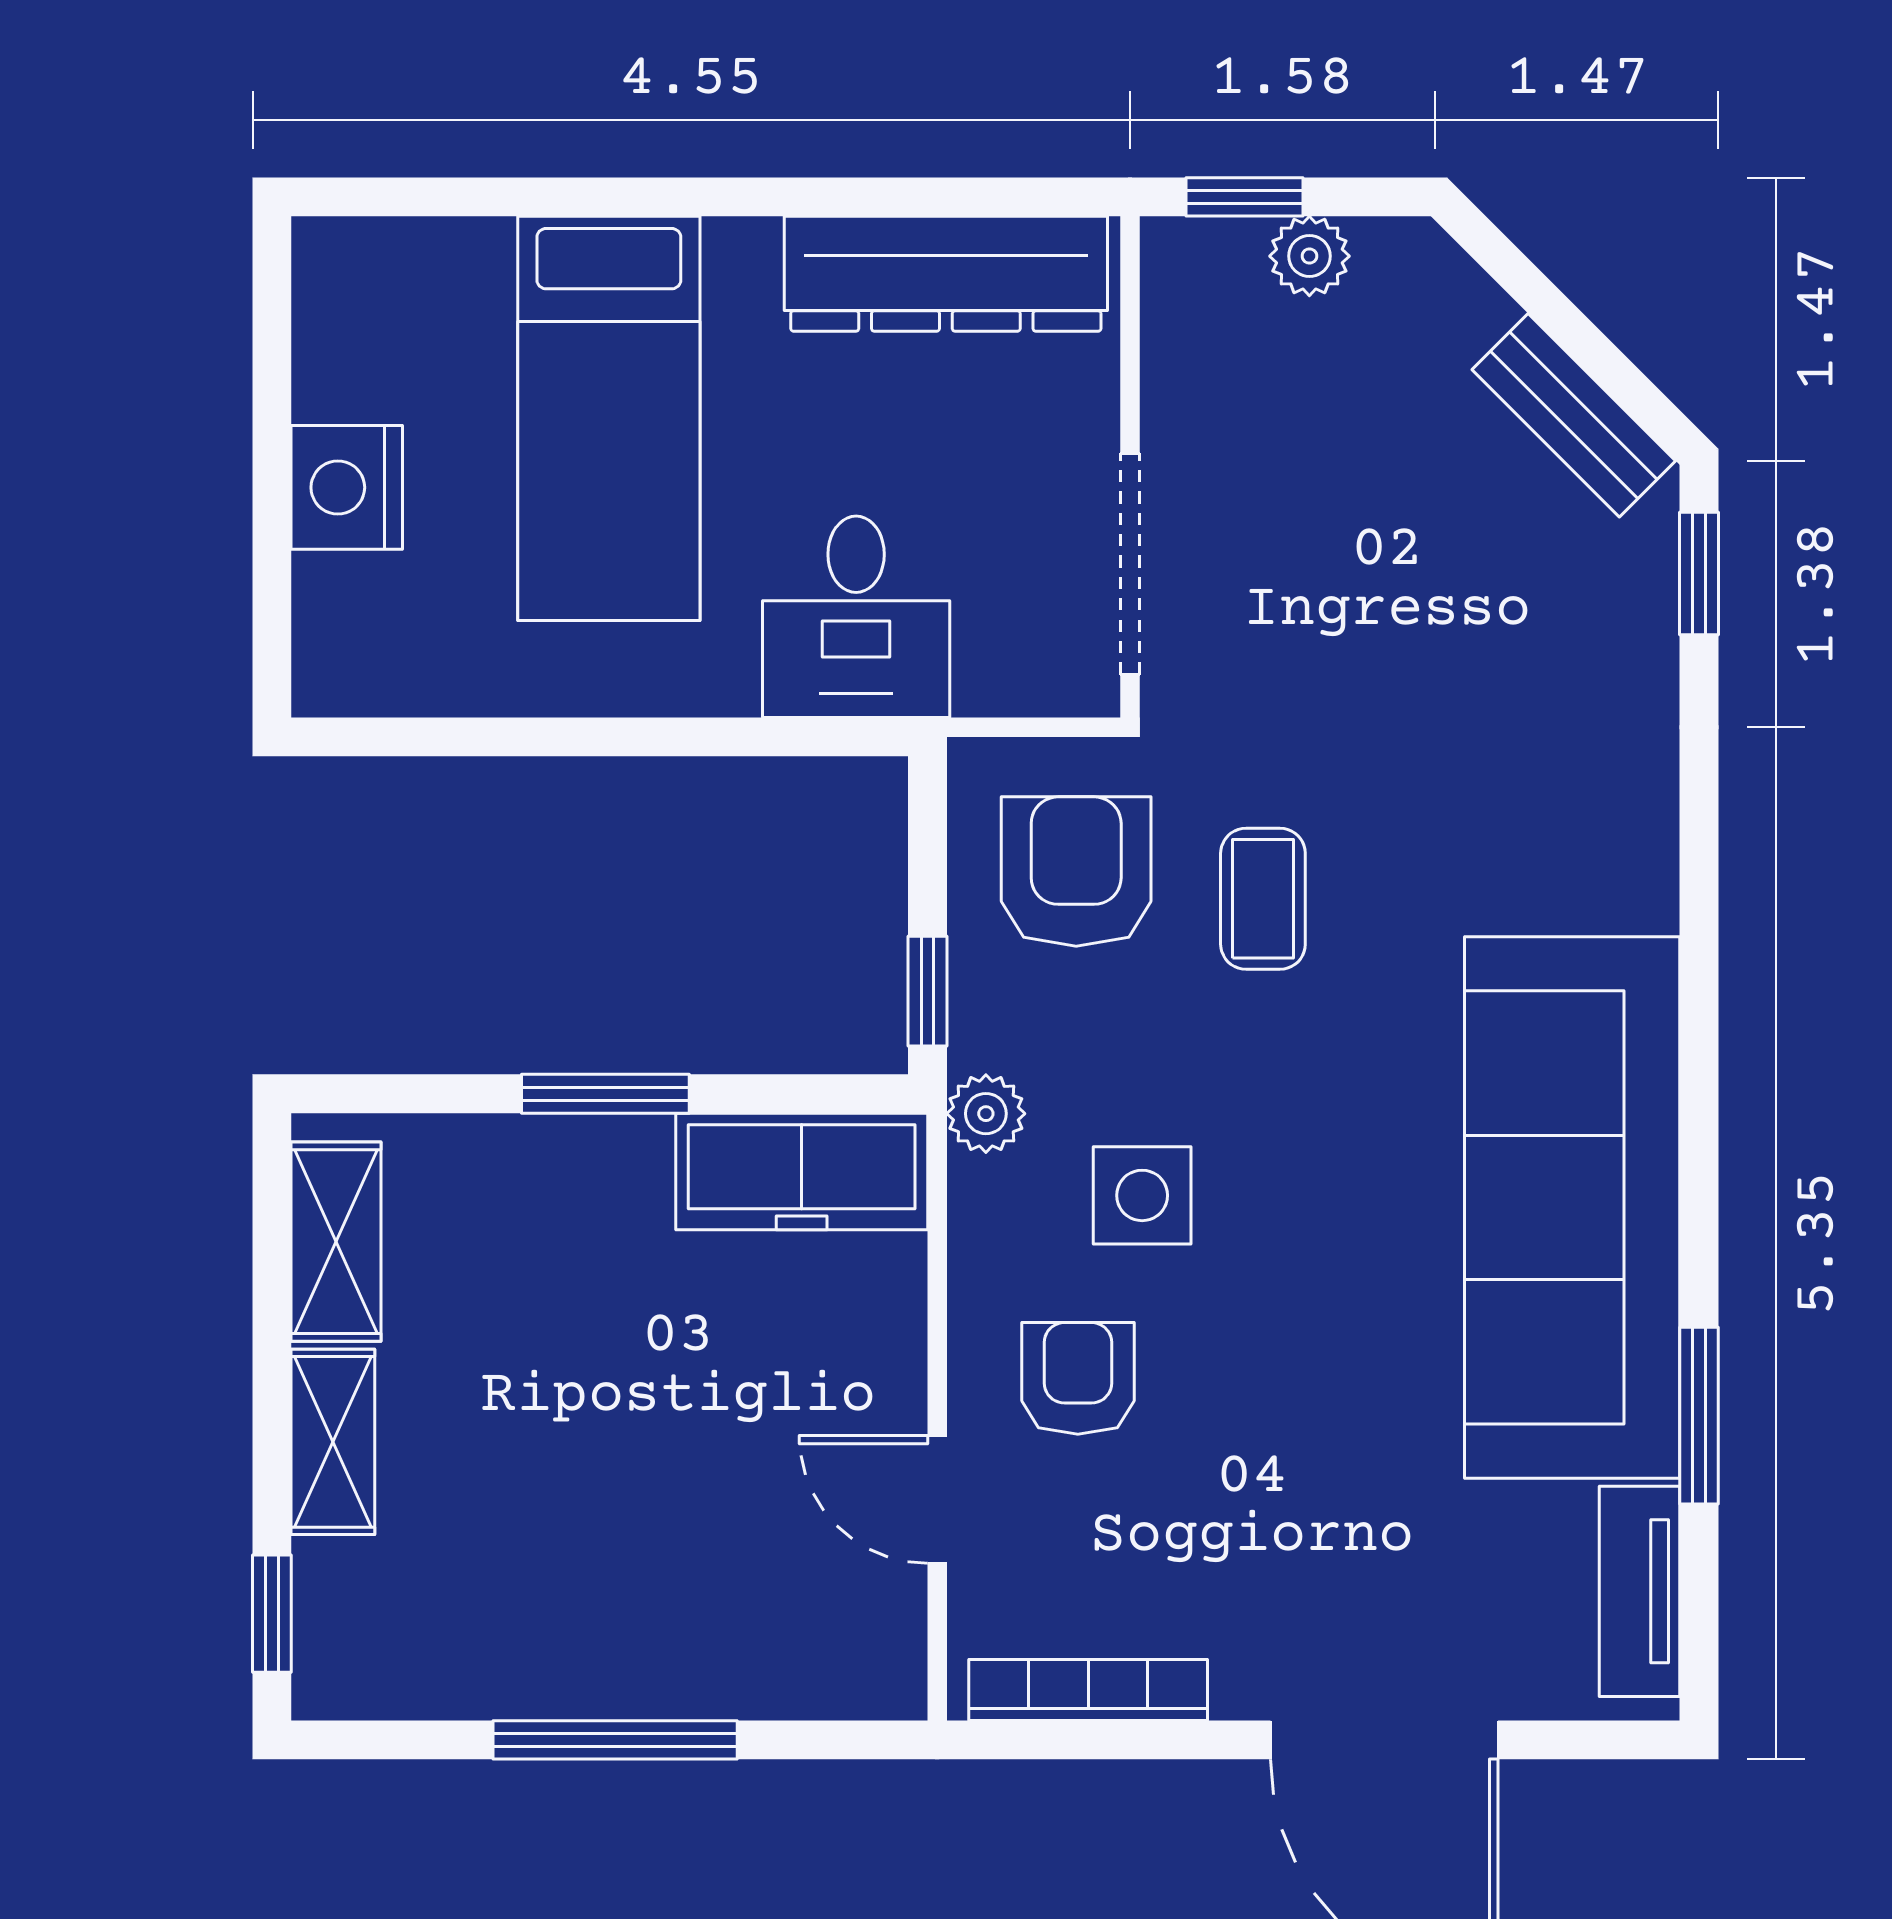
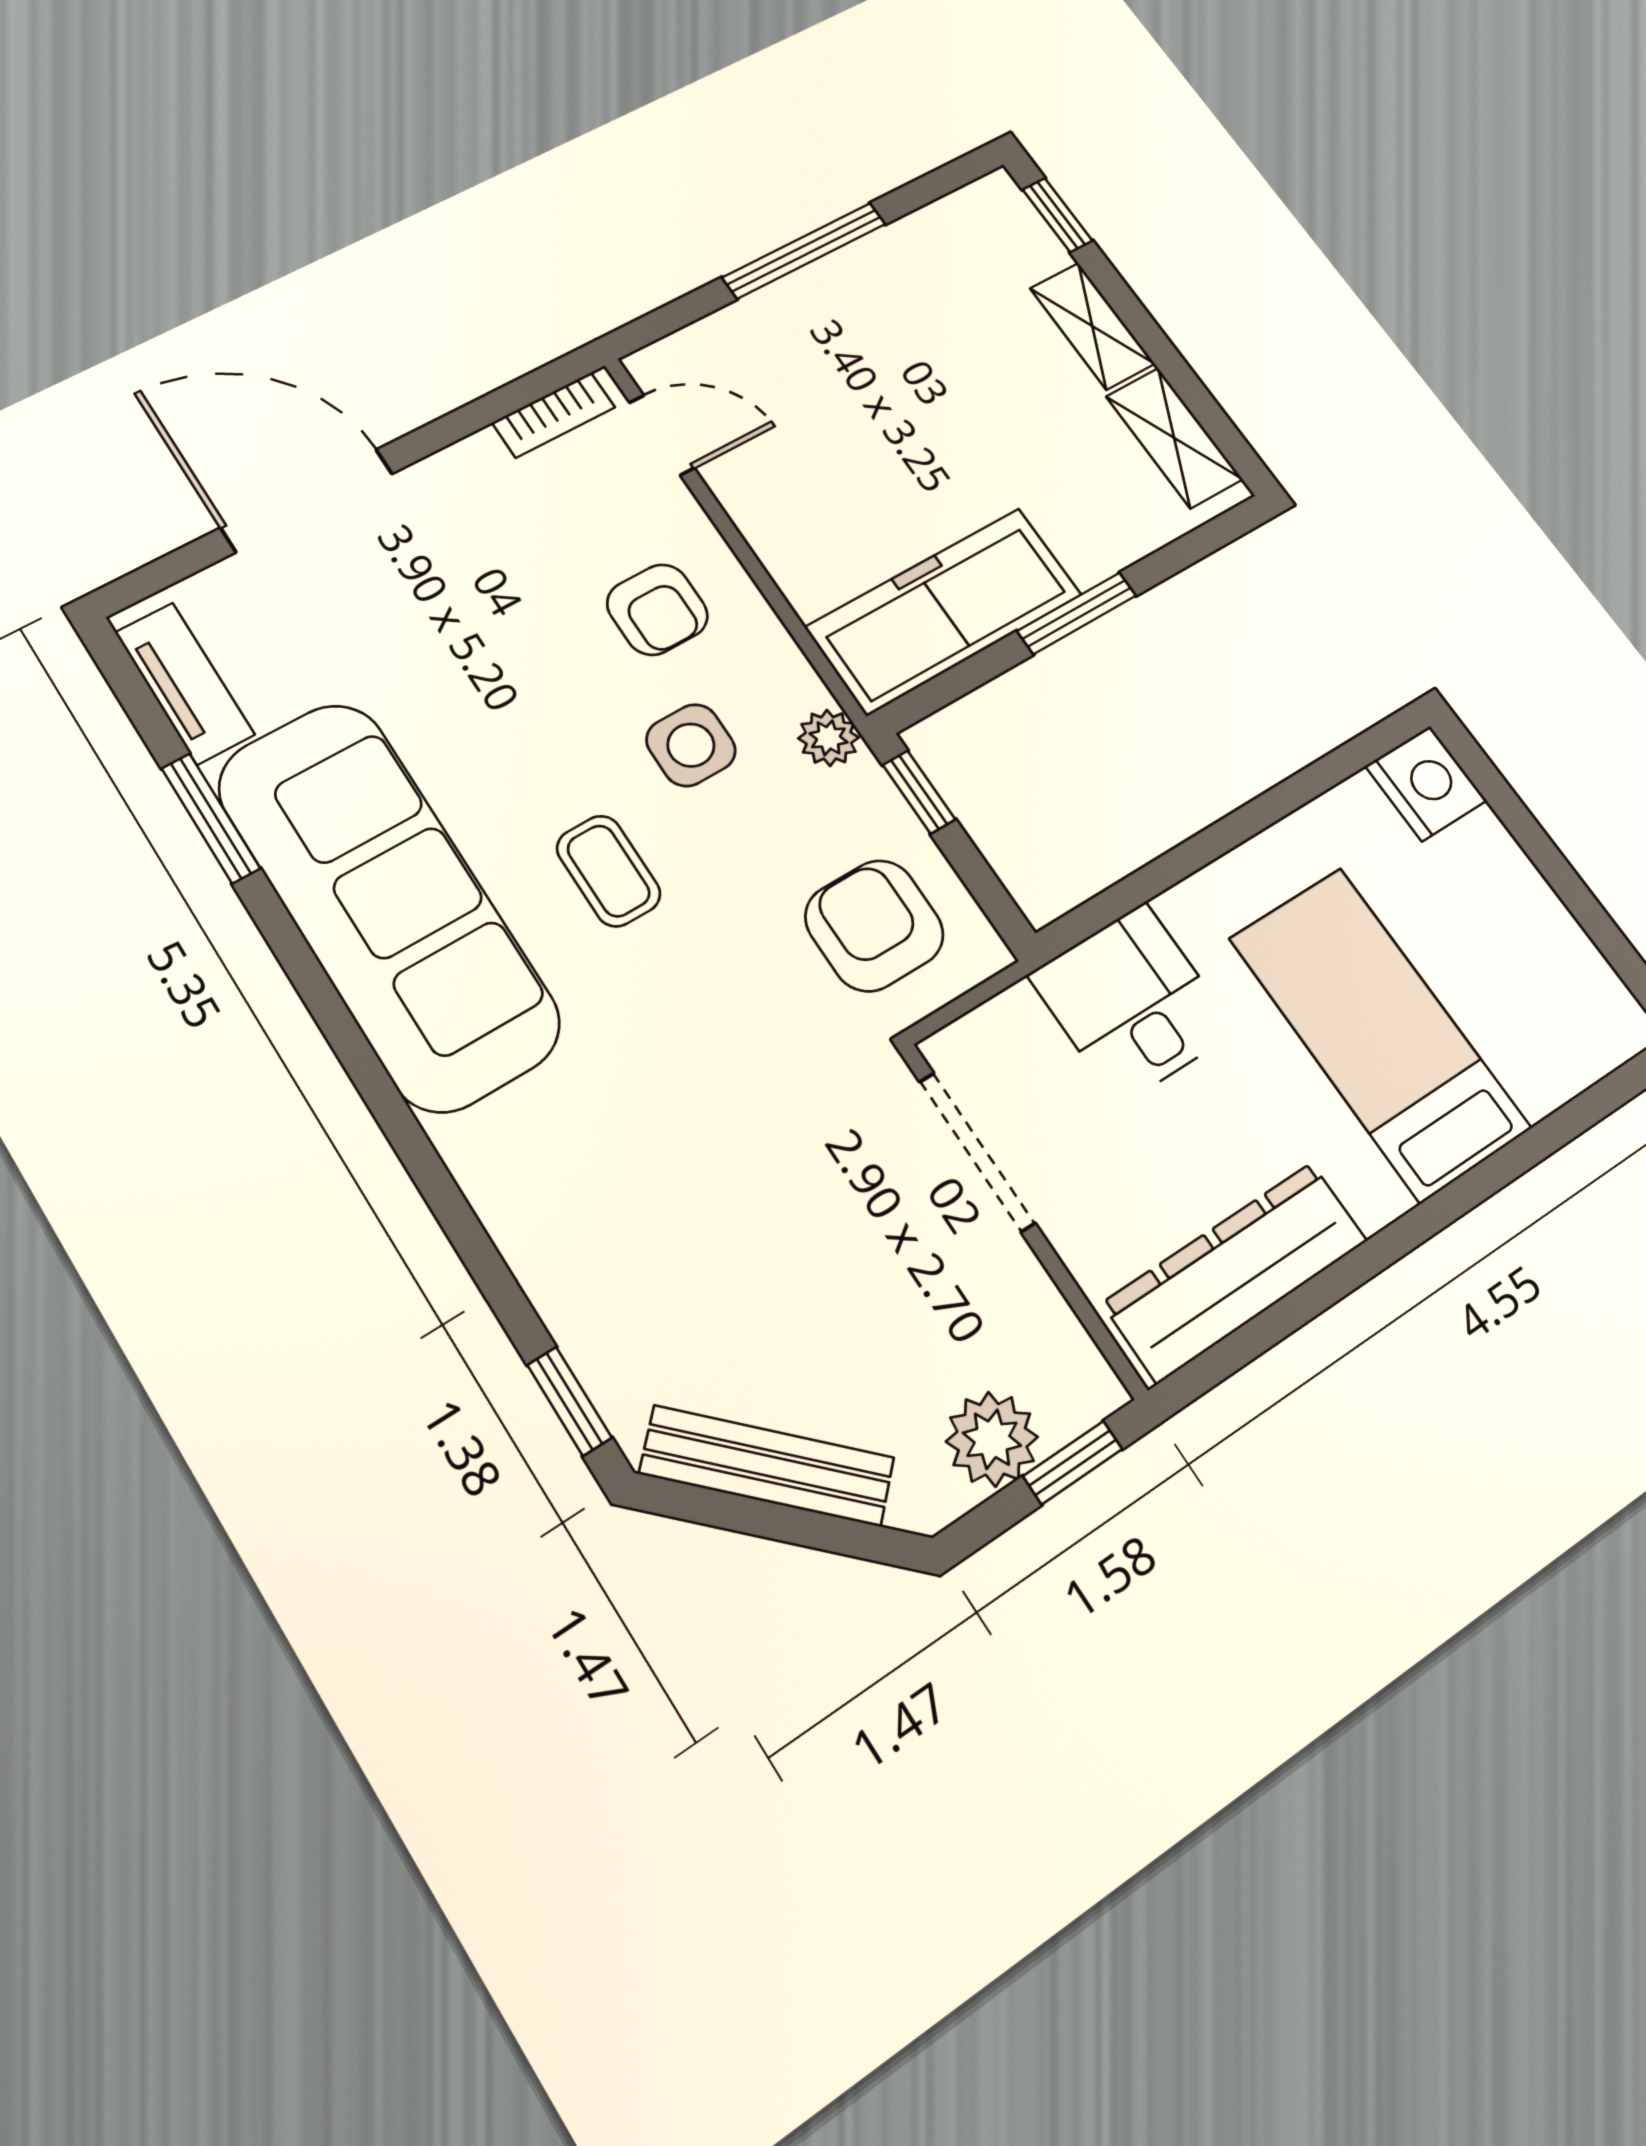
plant: (1309, 256) -> (992, 1439), width x1.38, depth x1.38
bench: (1574, 415) -> (767, 1466), width x1.36
nightstand: (347, 487) -> (1426, 783), moved
armchair: (1076, 871) -> (874, 926), turned 180
coffee table: (1263, 899) -> (609, 871), moved
freezer: (802, 1171) -> (944, 611), width x1.36, depth x1.26
door: (937, 1499) -> (662, 435), moved
bookcase: (1088, 1690) -> (554, 415), width x0.64

